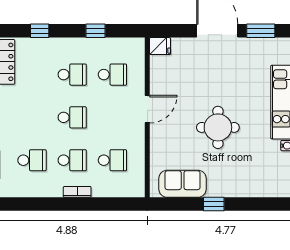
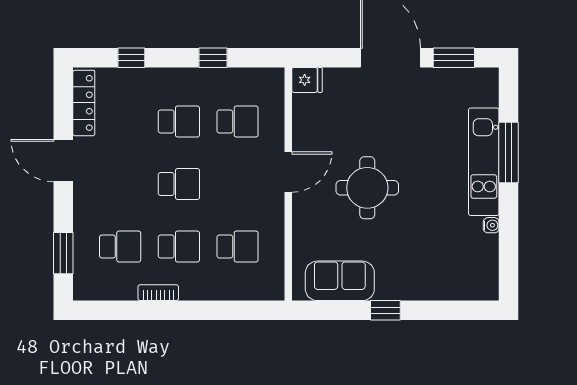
round table: (218, 127) -> (367, 188), moved
bookcase: (77, 192) -> (158, 293), moved

